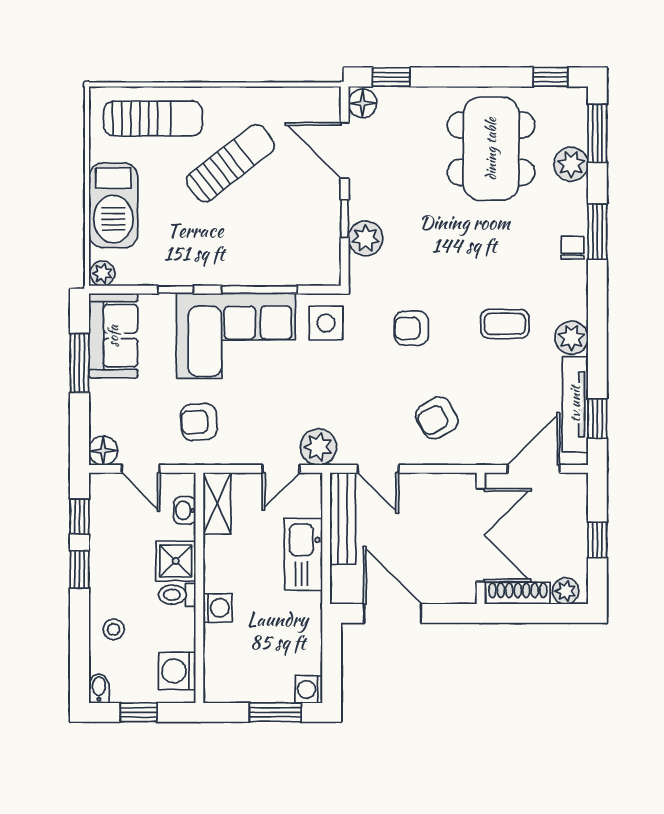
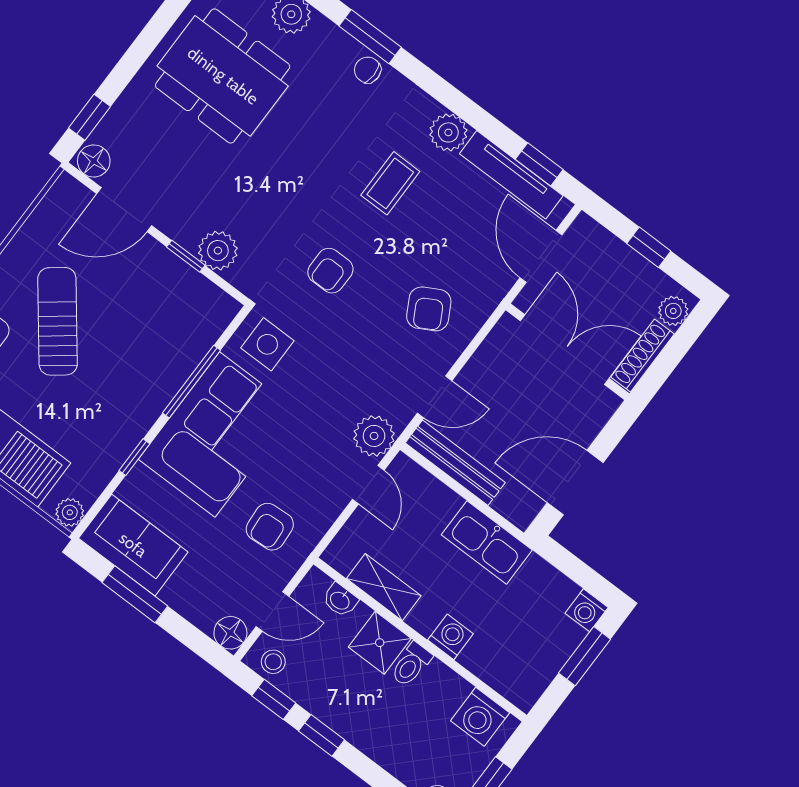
shelving: (217, 503) -> (384, 587), moved
kitchen sink: (303, 554) -> (487, 542), moved
stool: (114, 629) -> (273, 662), moved

